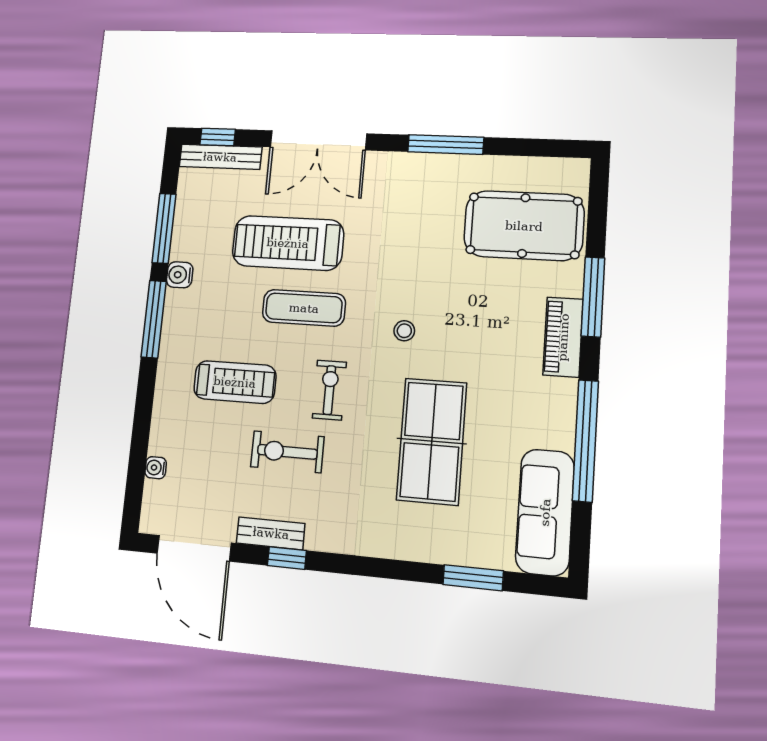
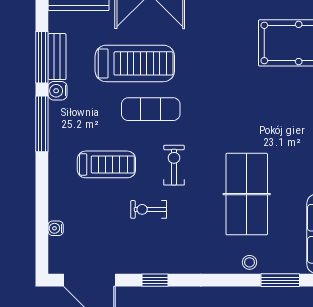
treadmill: (288, 243) -> (135, 63), turned 180
stool: (404, 331) -> (249, 262), moved
exercise bike: (287, 452) -> (149, 209), width x0.73, depth x0.72
bench: (271, 533) -> (57, 57), moved, turned 90

